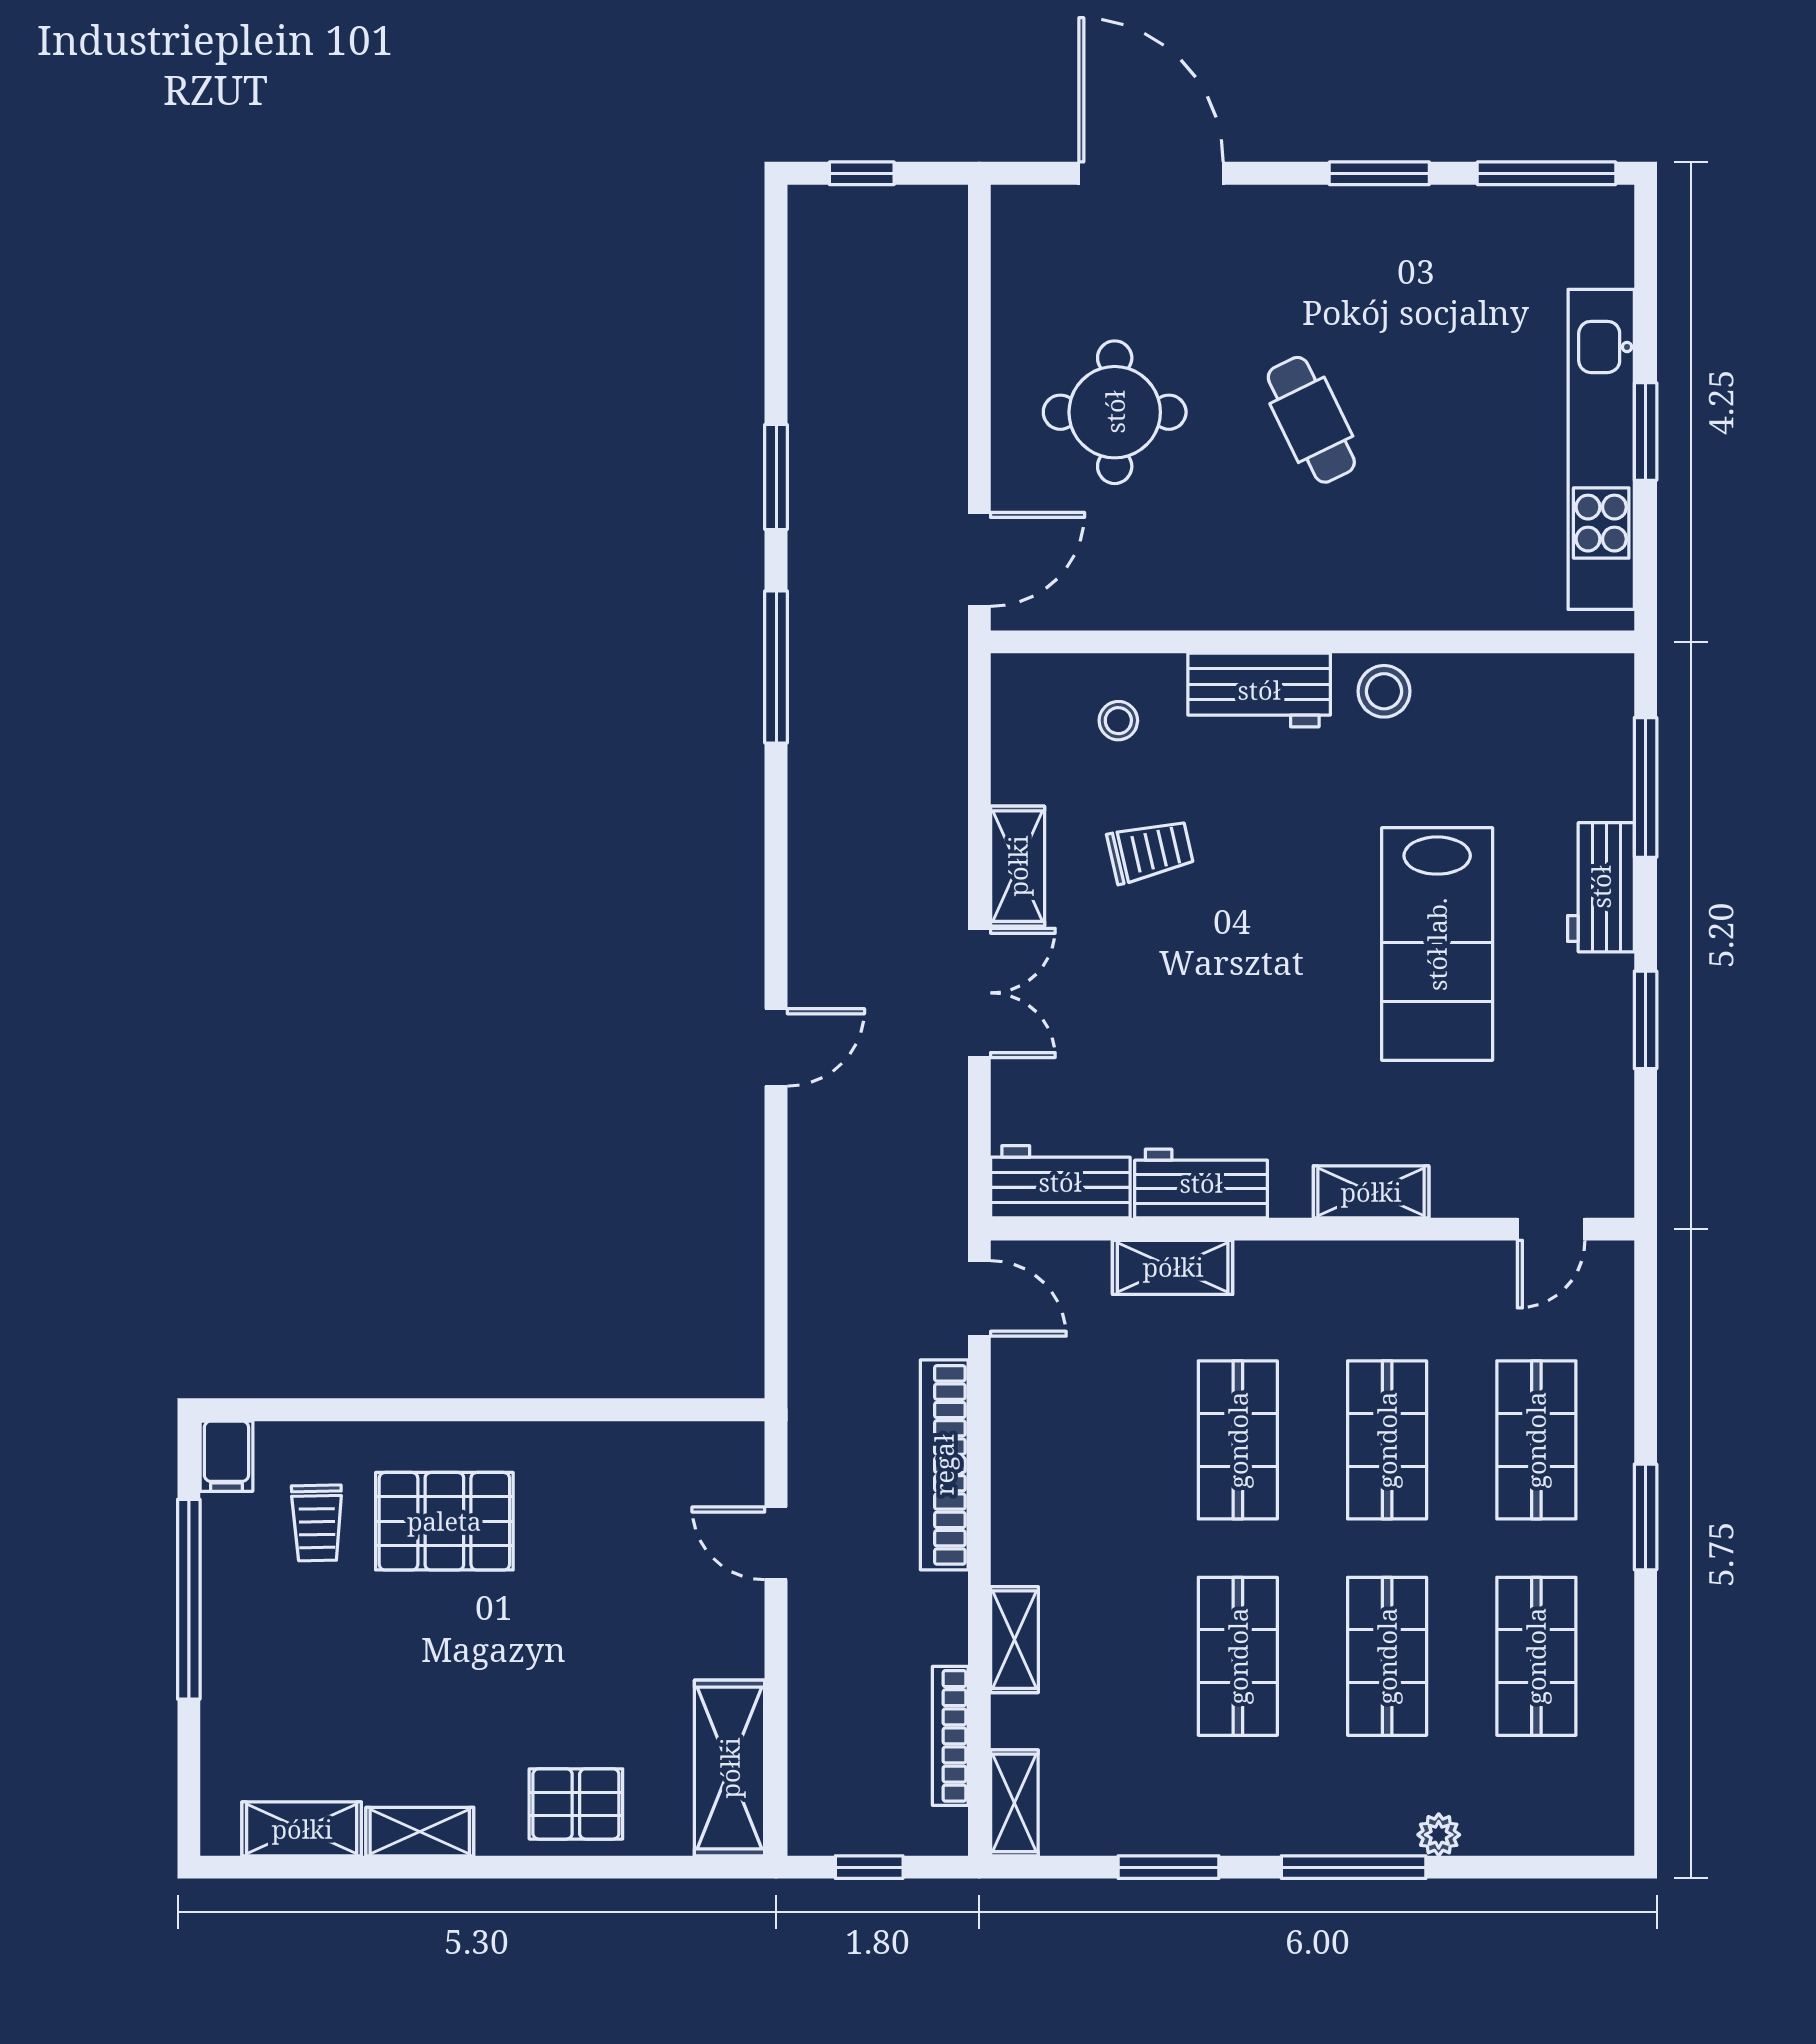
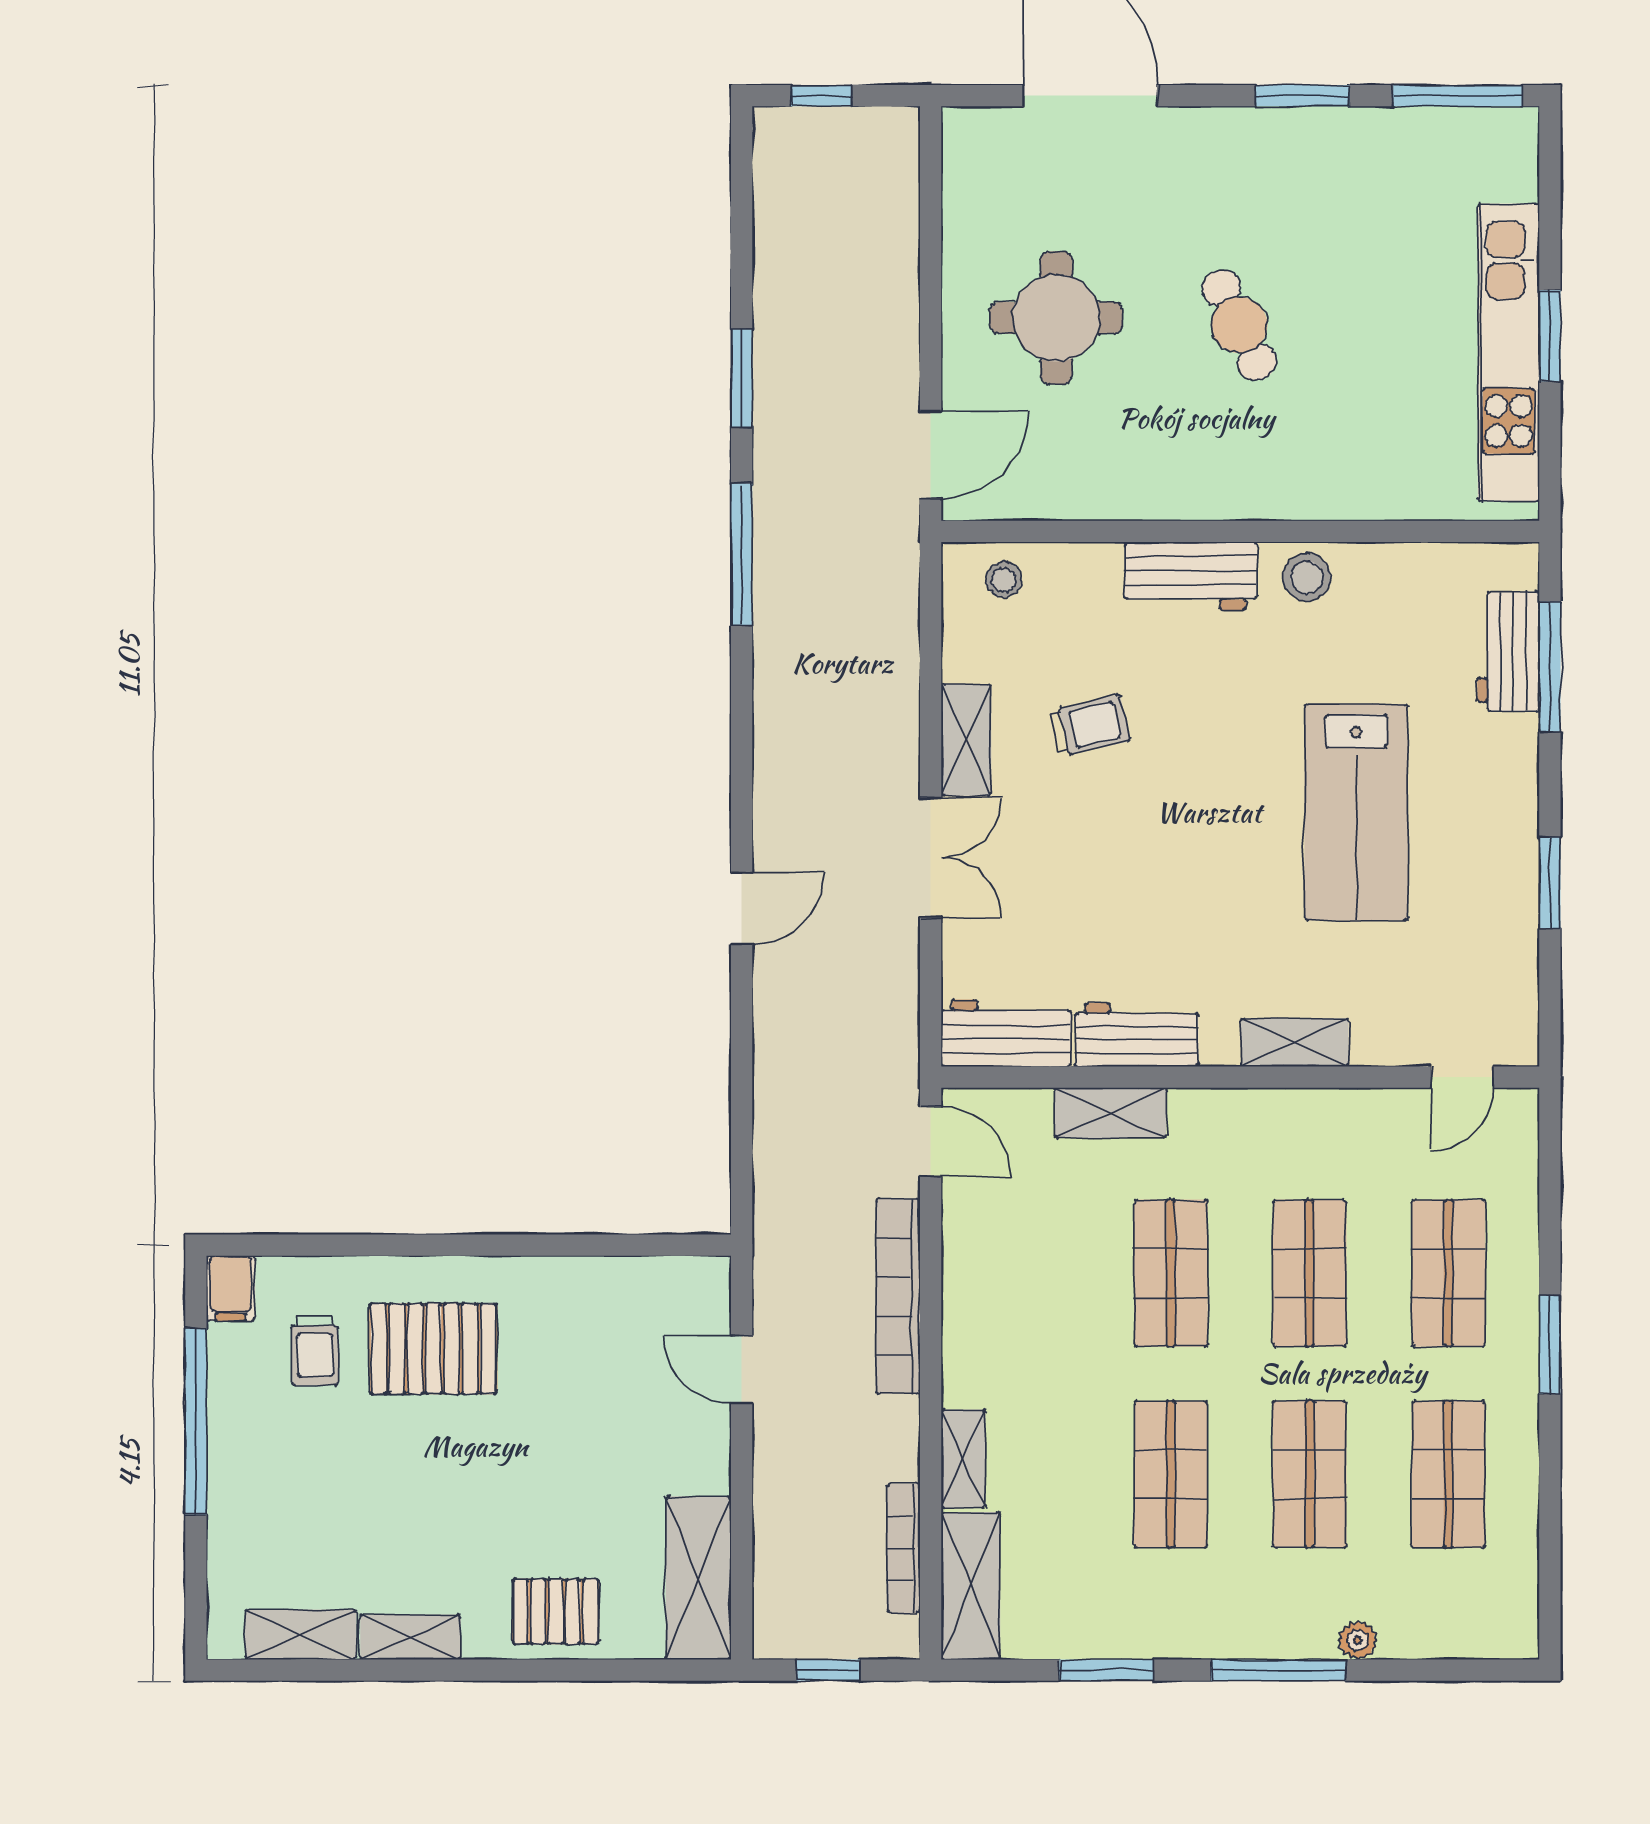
stool: (1118, 721) -> (1004, 580), moved
workbench: (1601, 887) -> (1508, 651), moved
shelving: (1014, 1803) -> (971, 1586), width x1.50, depth x1.33

